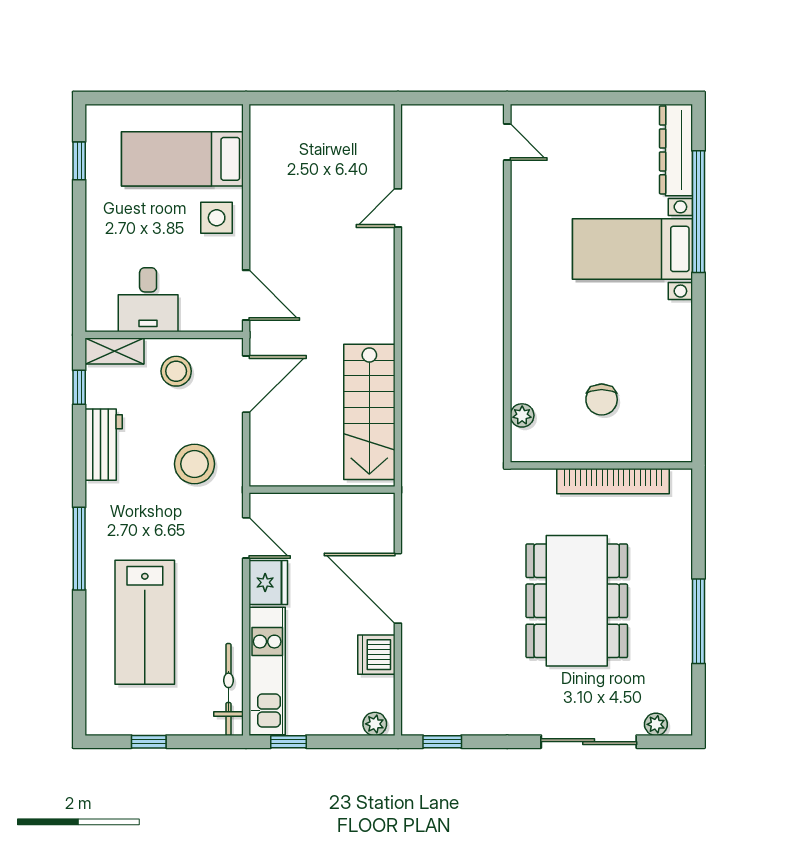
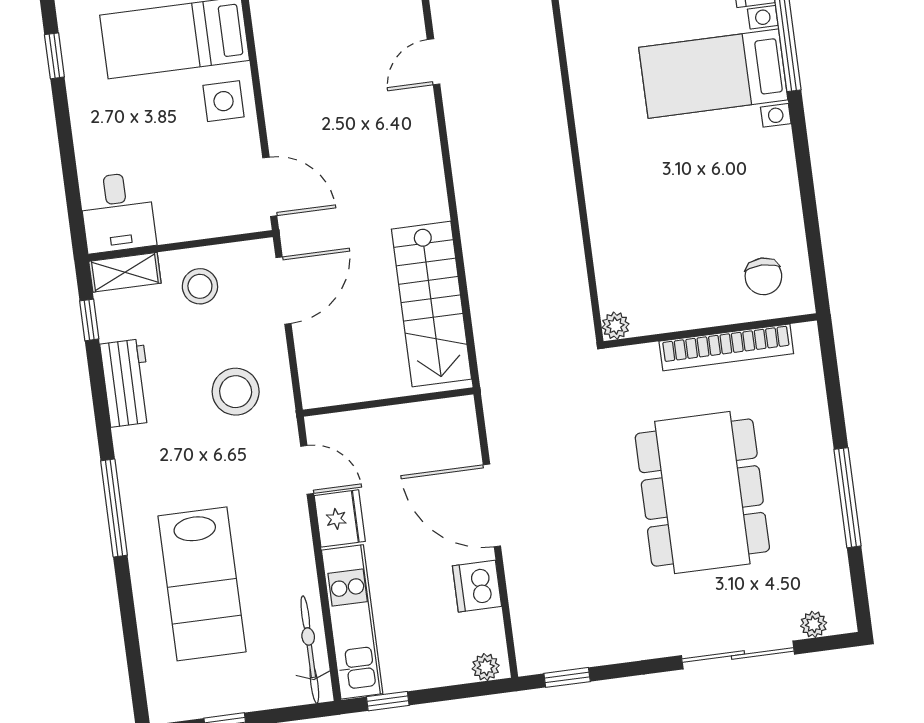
desk: (148, 300) -> (118, 212), moved
chair: (602, 400) -> (763, 276), moved
plant: (522, 415) -> (615, 326), moved

